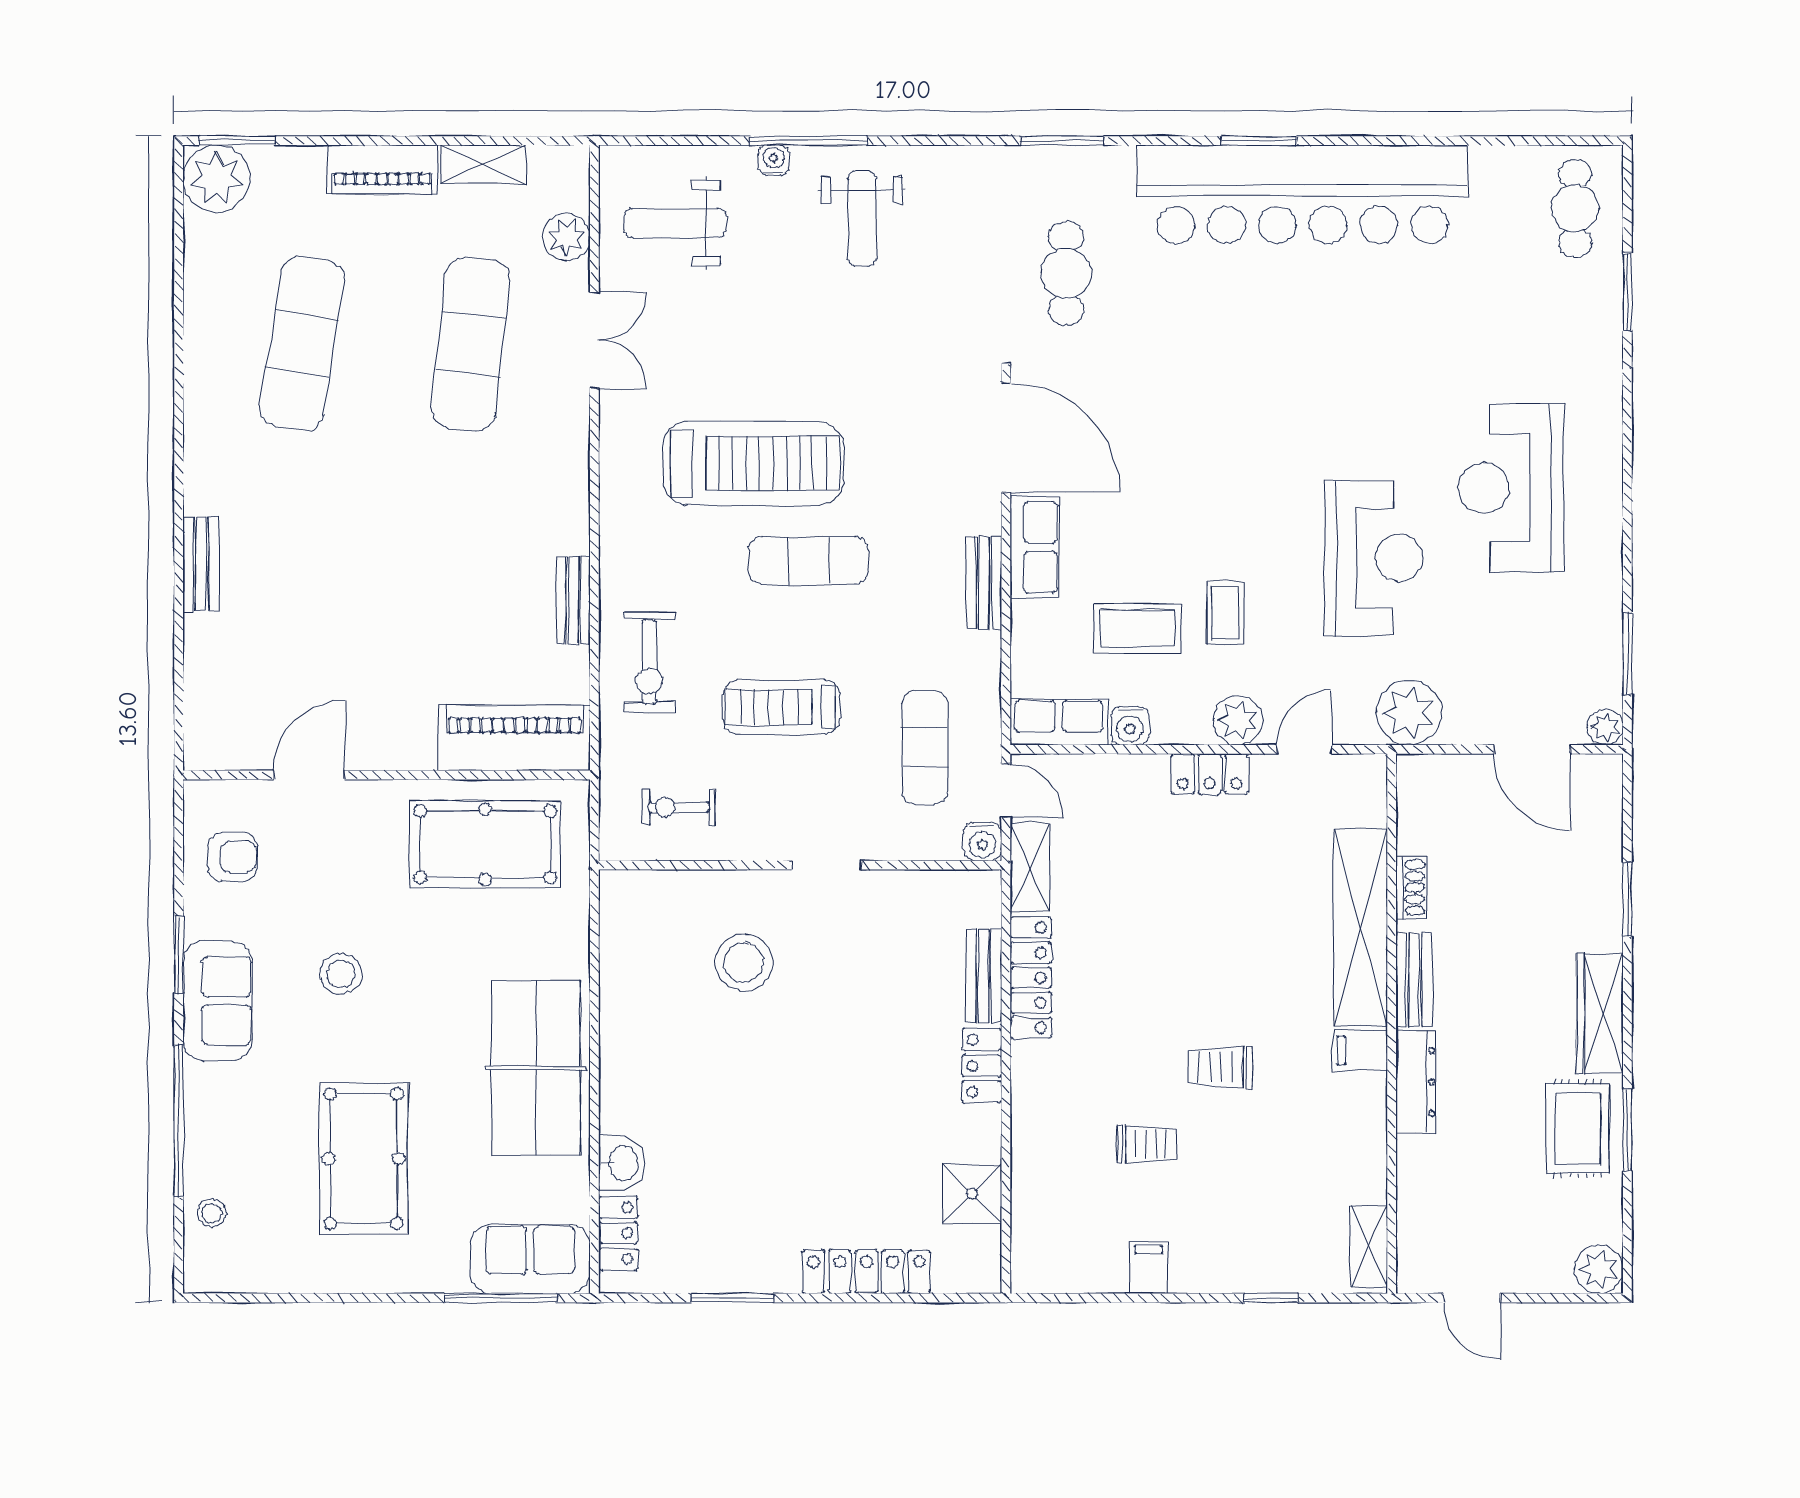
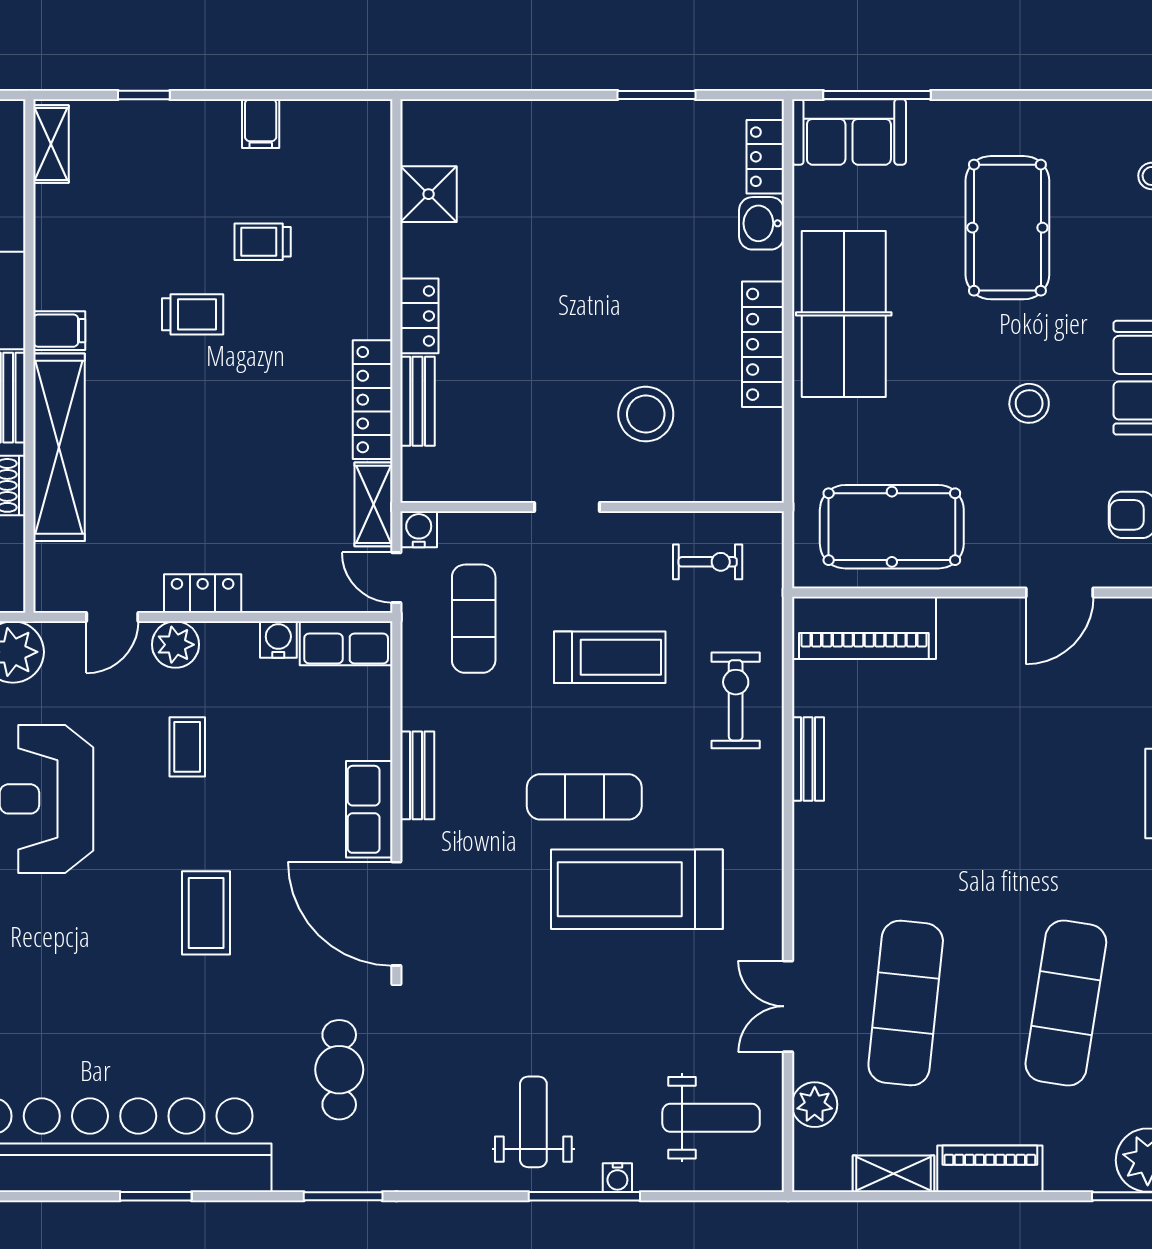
coffee table: (1137, 628) -> (206, 913), moved, turned 90
locker: (866, 1272) -> (763, 344), moved, turned 90

